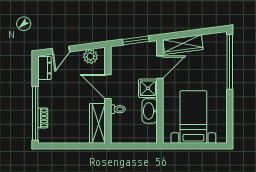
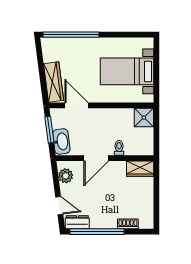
shower: (148, 88) -> (144, 118), moved
washbasin: (150, 111) -> (61, 141), moved, turned -97
window: (35, 113) -> (97, 232), moved
wardrobe: (97, 123) -> (140, 169), width x0.67

